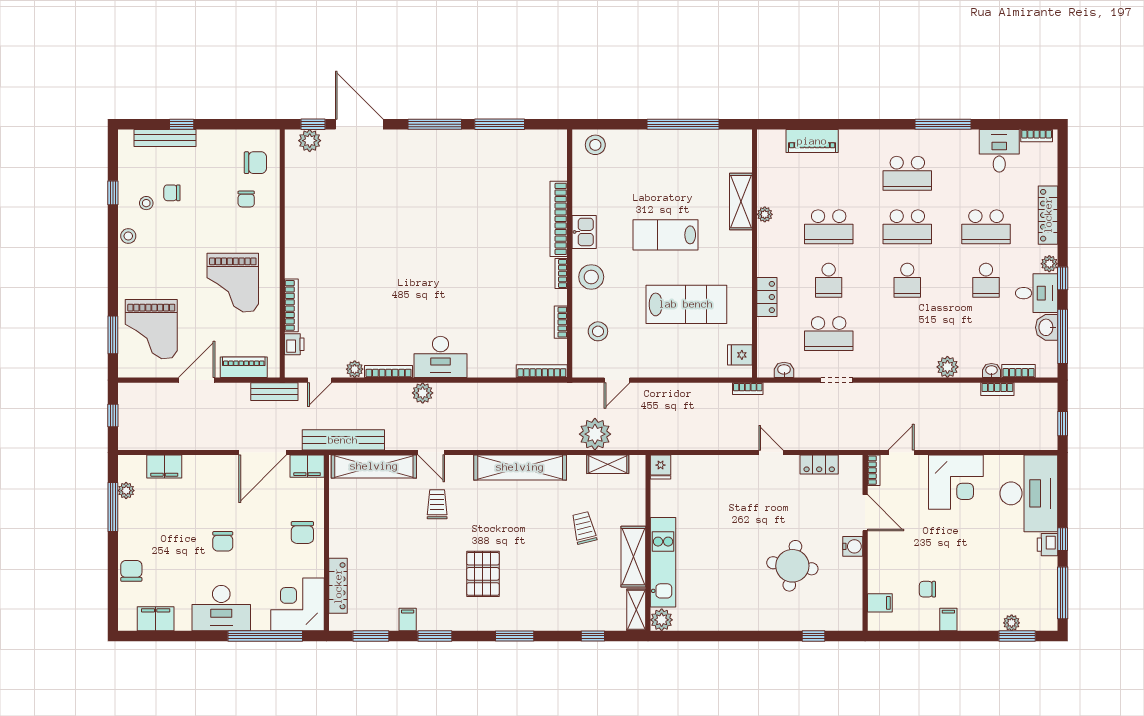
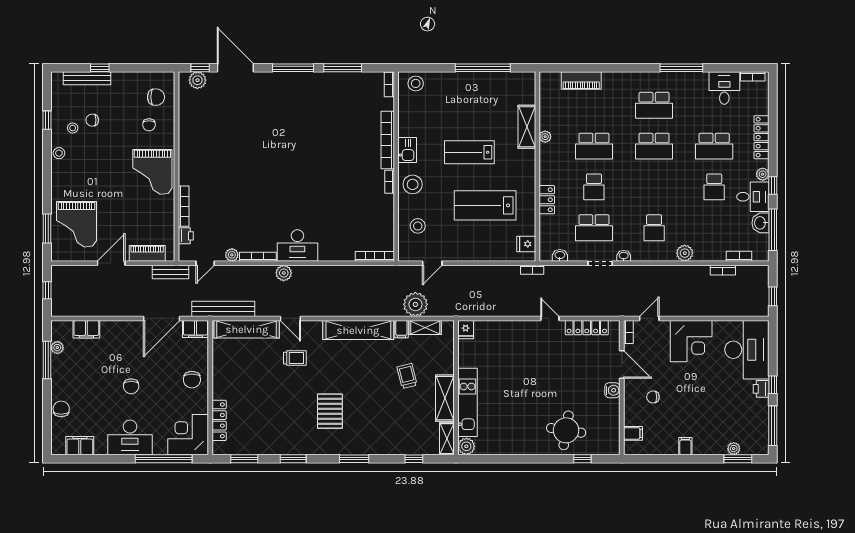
school desk: (907, 280) -> (654, 228), moved
grand piano: (233, 283) -> (152, 172), moved
lab bench: (686, 304) -> (485, 205), turned 180
bookcase: (561, 322) -> (389, 85), moved
washbasin: (991, 371) -> (624, 256), moved
locker: (819, 464) -> (587, 328), width x1.53
trolley: (437, 504) -> (295, 358), turned 90
round table: (792, 566) -> (566, 430), moved
chair: (927, 589) -> (653, 397), moved
filing cabinet: (408, 619) -> (401, 329), moved, turned 180

